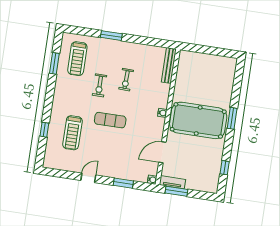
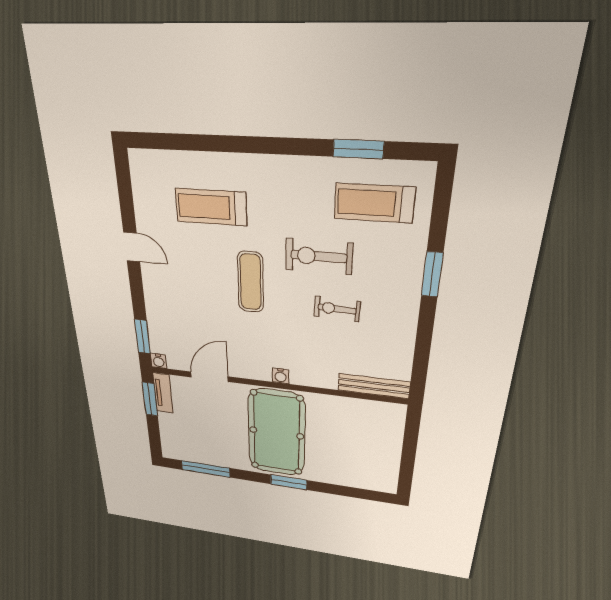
exercise bike: (100, 85) -> (319, 256), width x1.38, depth x1.39
window: (44, 130) -> (205, 143), removed
door: (162, 152) -> (209, 377), hinge flipped
window: (225, 168) -> (206, 469), width x2.17
window: (123, 183) -> (142, 337), moved

